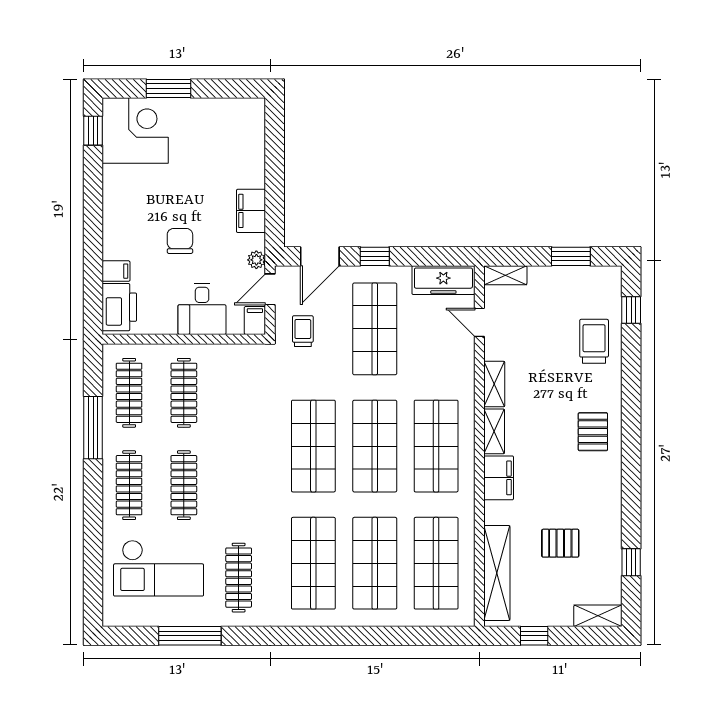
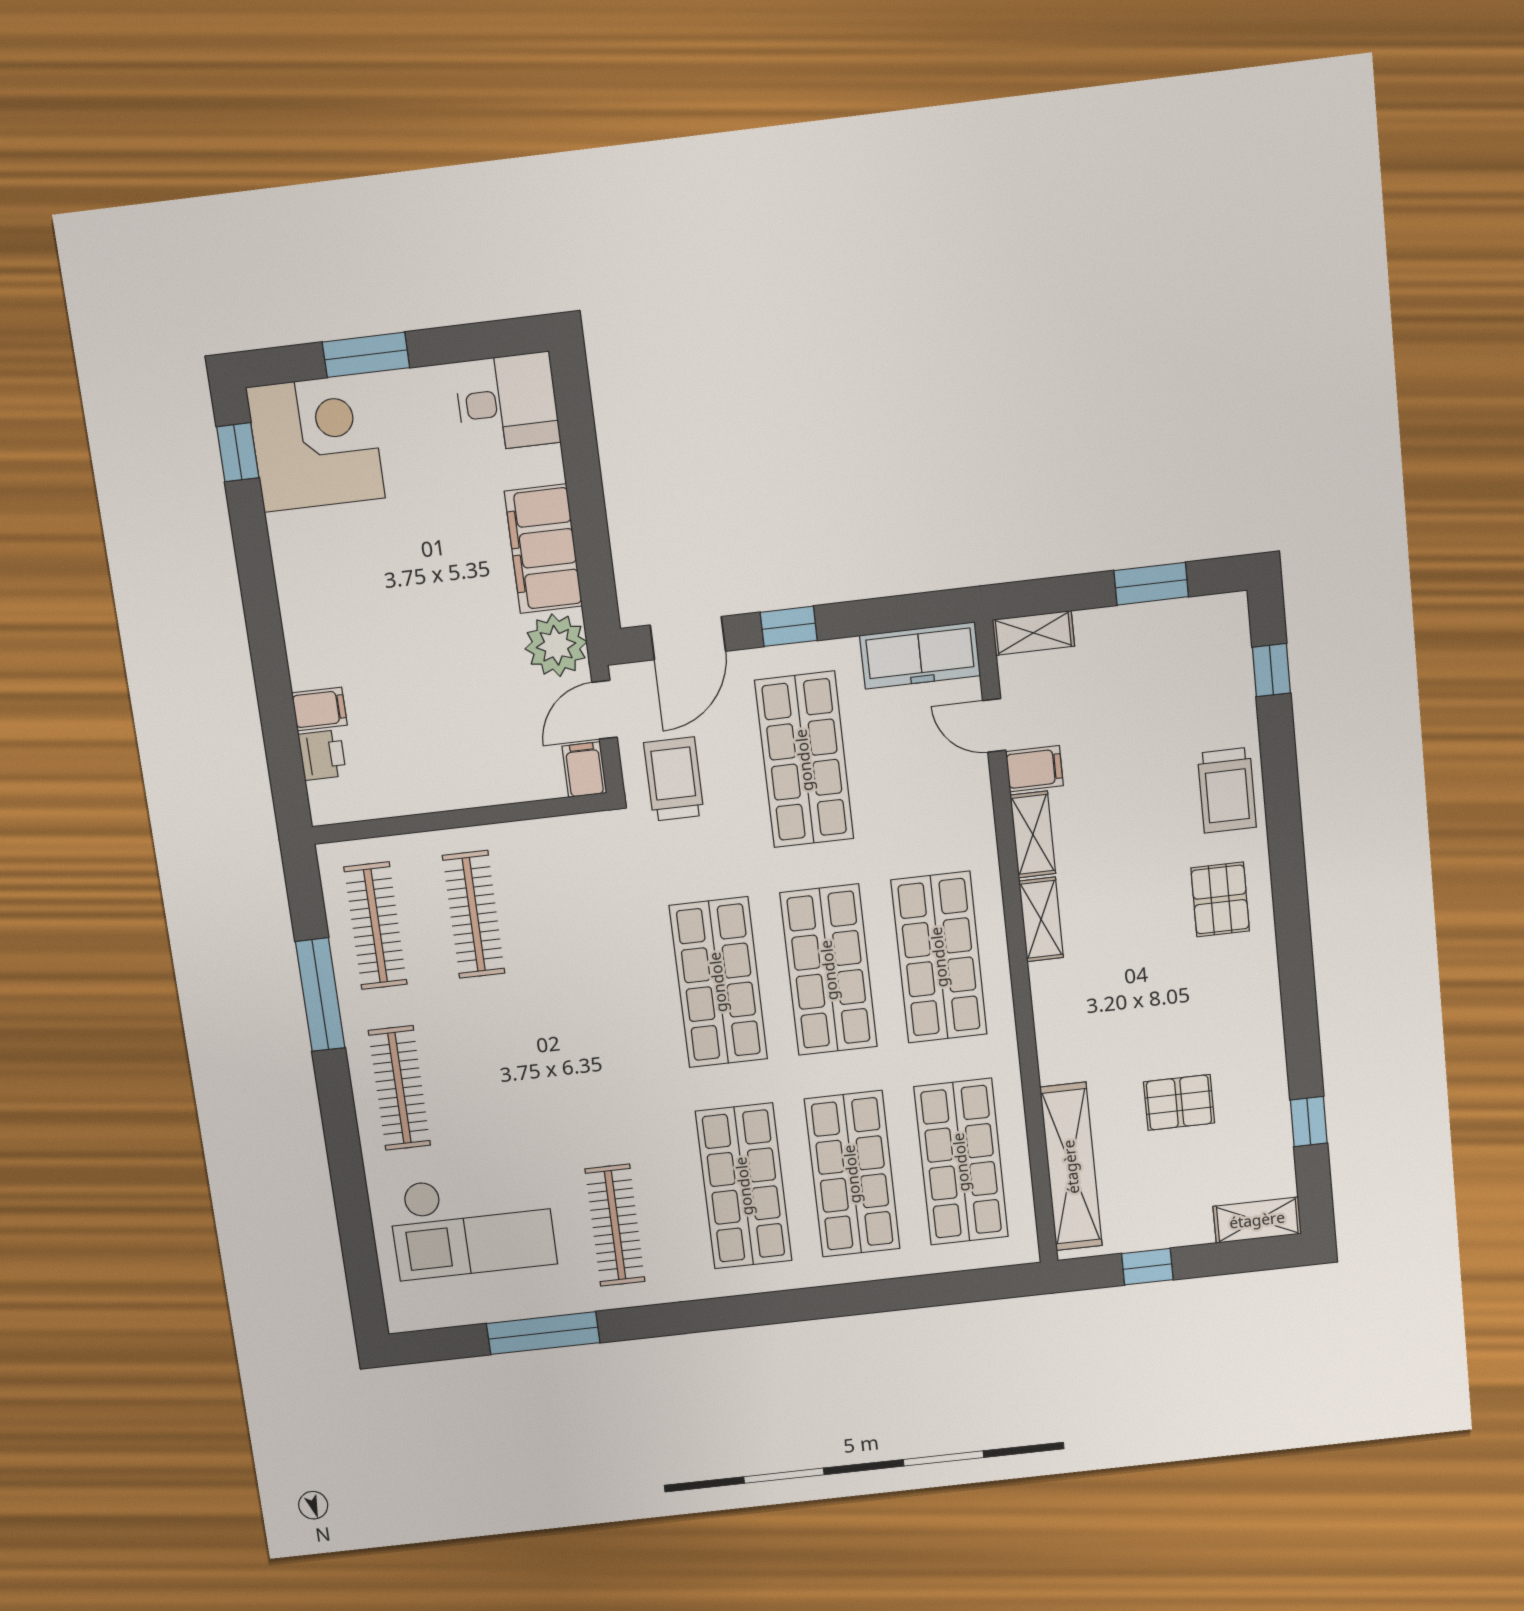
filing cabinet: (251, 211) -> (543, 549), width x1.50, depth x1.17
chair: (180, 241) -> (428, 640), removed
plant: (256, 260) -> (556, 645), width x1.88, depth x1.88
printer: (119, 307) -> (322, 755), width x0.53, depth x0.68
desk: (202, 309) -> (507, 402), moved, turned -90
trolley: (303, 331) -> (674, 779), width x1.36, depth x1.39
trolley: (594, 341) -> (1227, 790), moved, turned 180
filing cabinet: (499, 478) -> (1034, 769), moved, width x0.50
clothes rail: (184, 485) -> (496, 1077), removed

